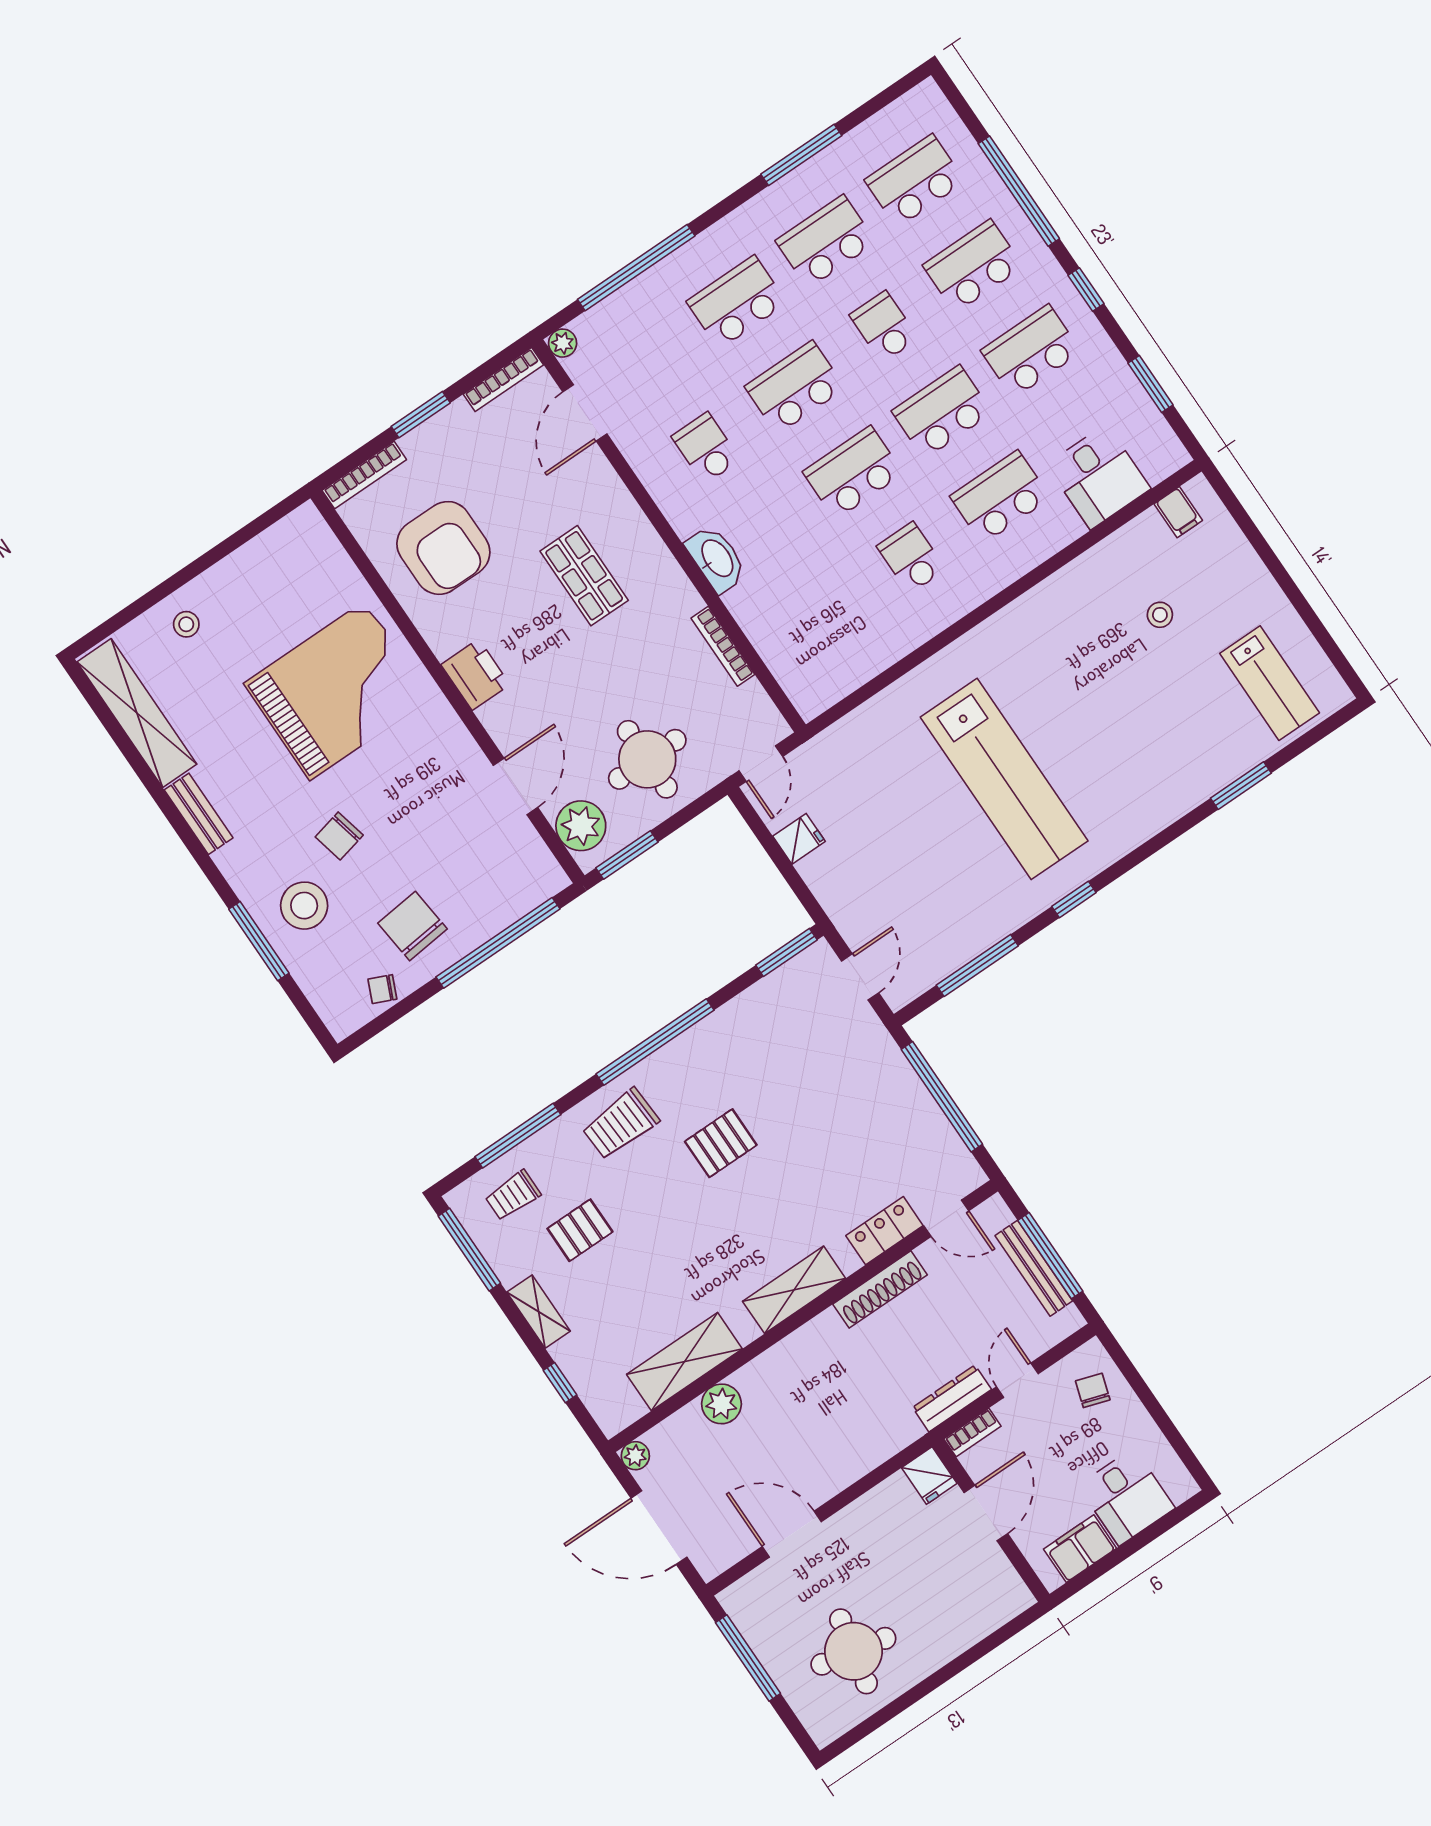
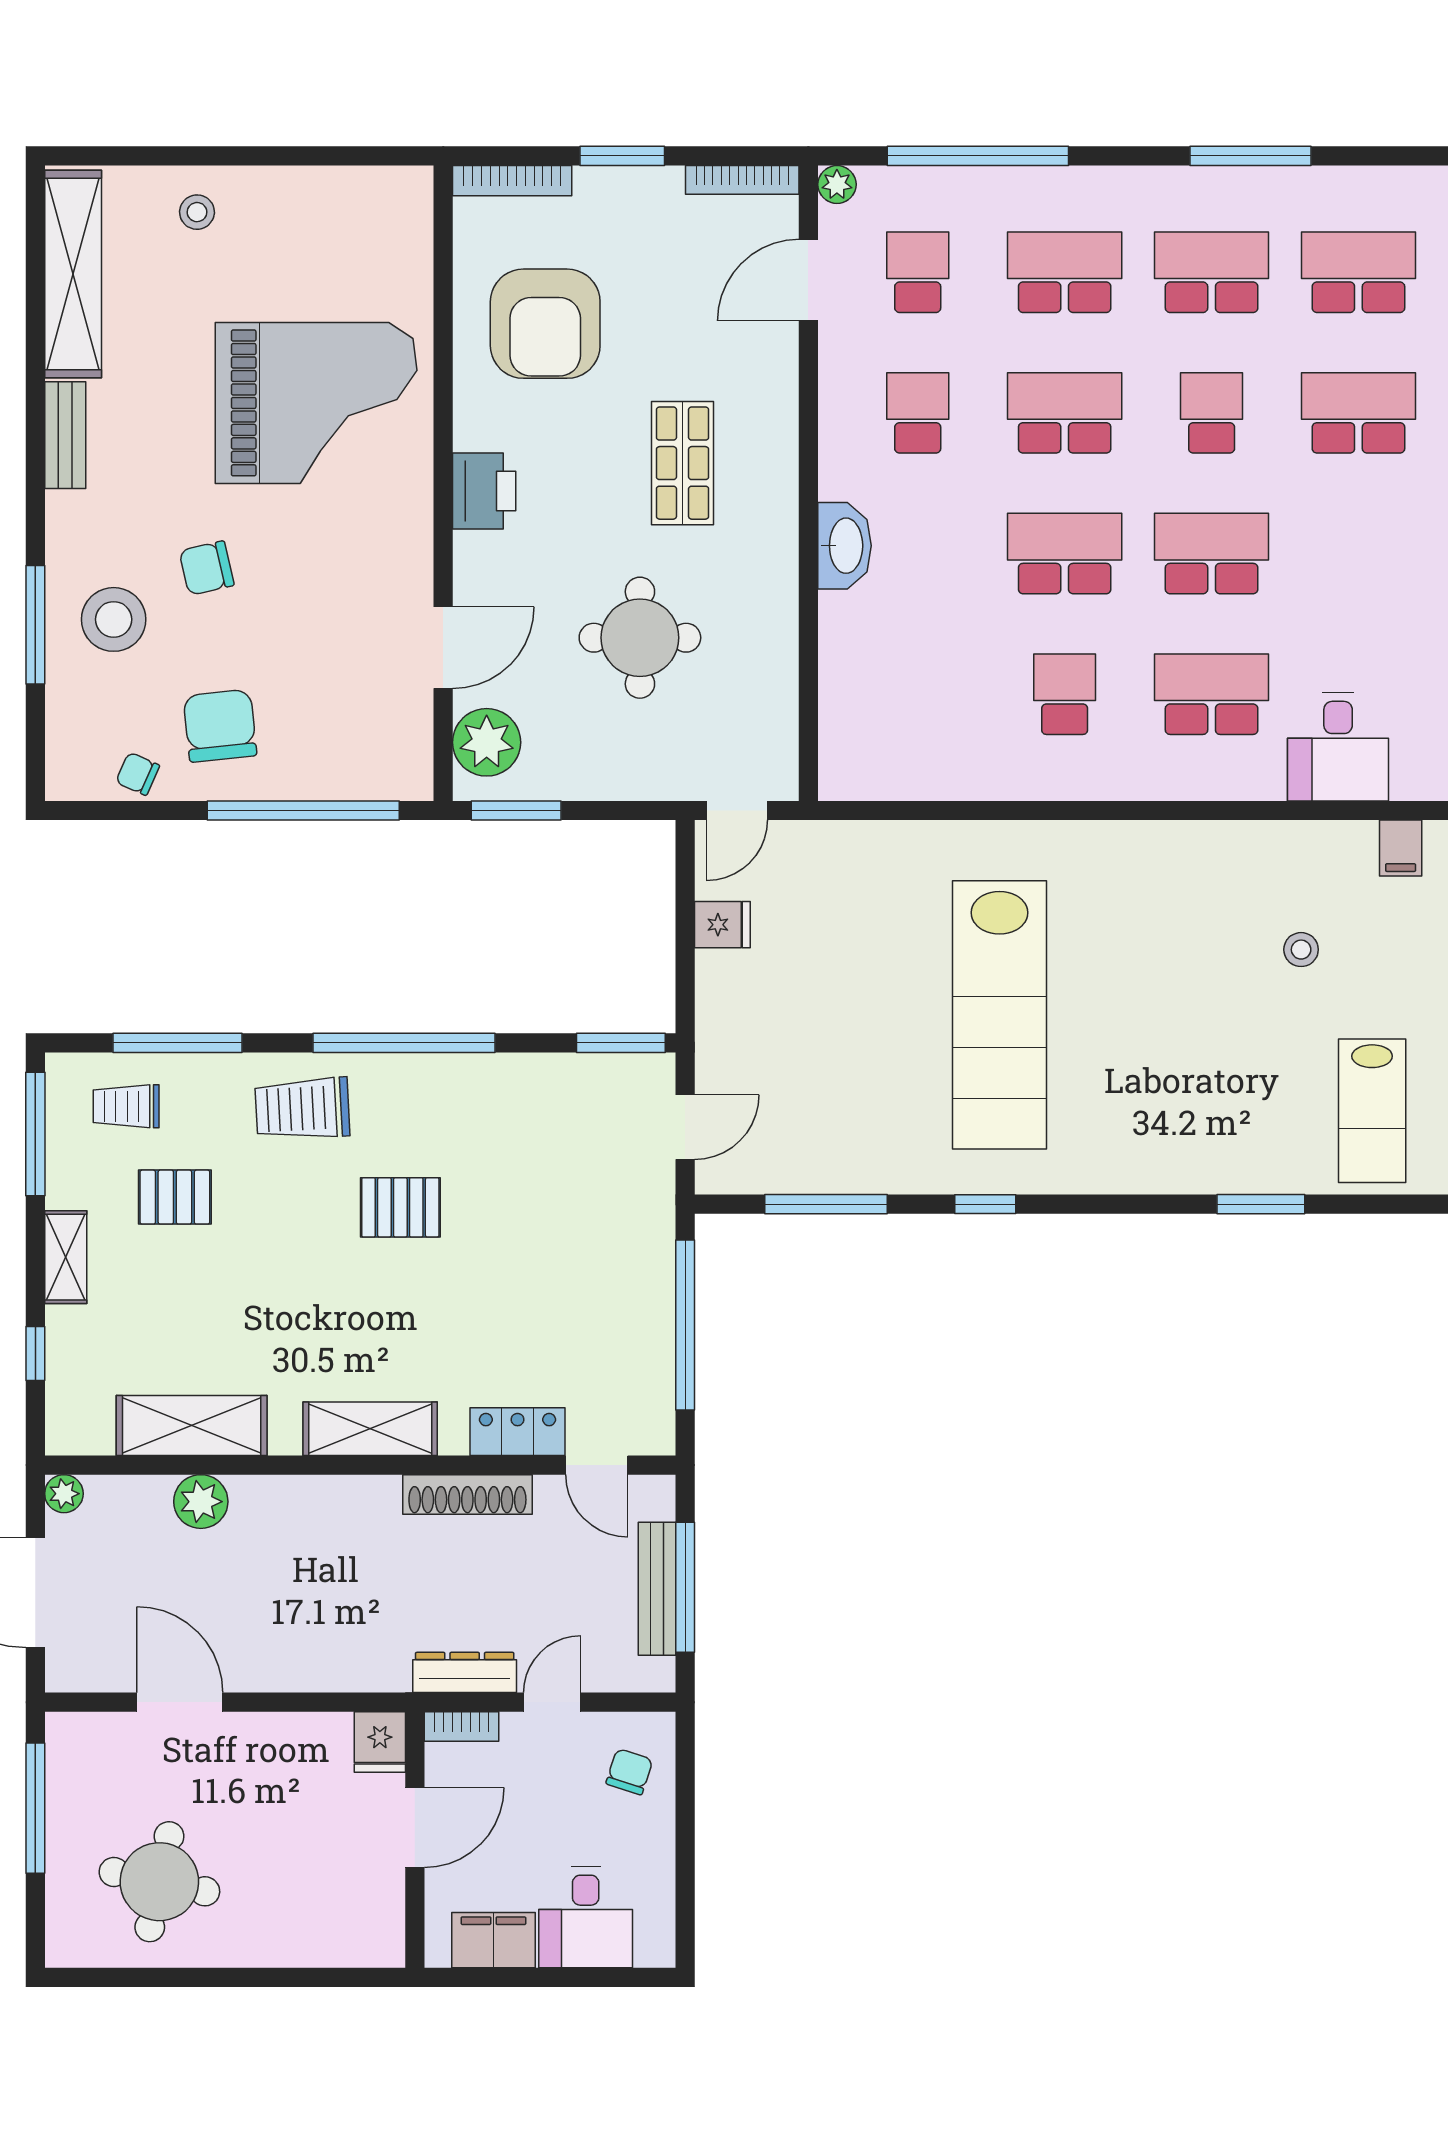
school desk: (1031, 351) -> (918, 272), moved, width x0.54
bookcase: (723, 646) -> (785, 649), removed
round table: (647, 759) -> (640, 638), moved

